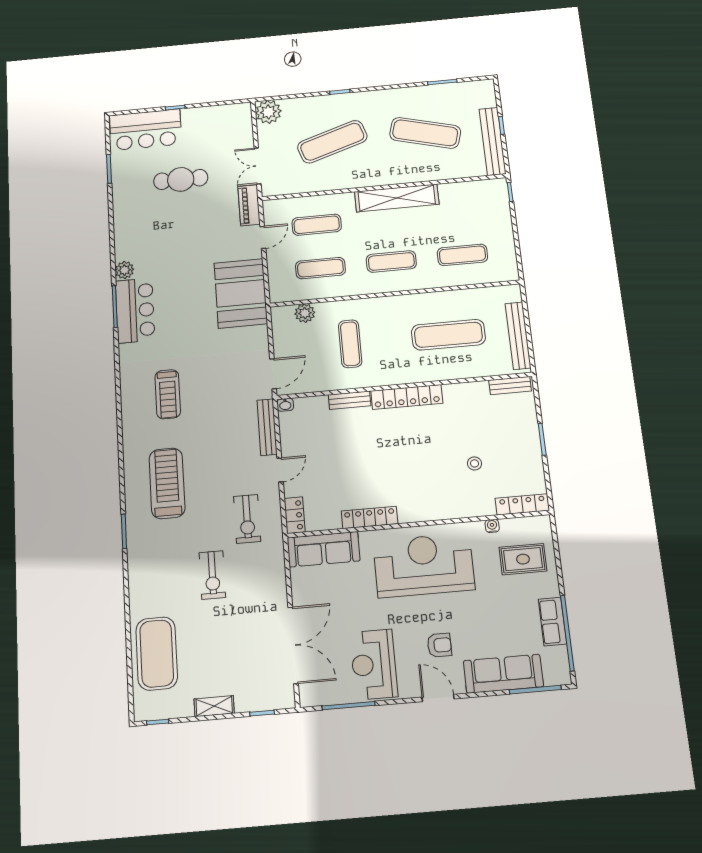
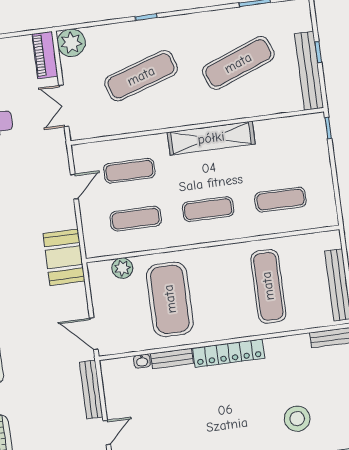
exercise mat: (425, 133) -> (238, 63), turned -36
piano: (249, 205) -> (45, 55), moved
booth: (241, 293) -> (64, 257), width x0.73, depth x0.70
exercise mat: (448, 335) -> (268, 286), turned 90
exercise mat: (350, 344) -> (170, 299), width x2.00, depth x1.45
door: (273, 374) -> (94, 334), swing flipped
washbasin: (285, 405) -> (142, 361), moved
stool: (474, 463) -> (297, 419), width x1.89, depth x1.89

